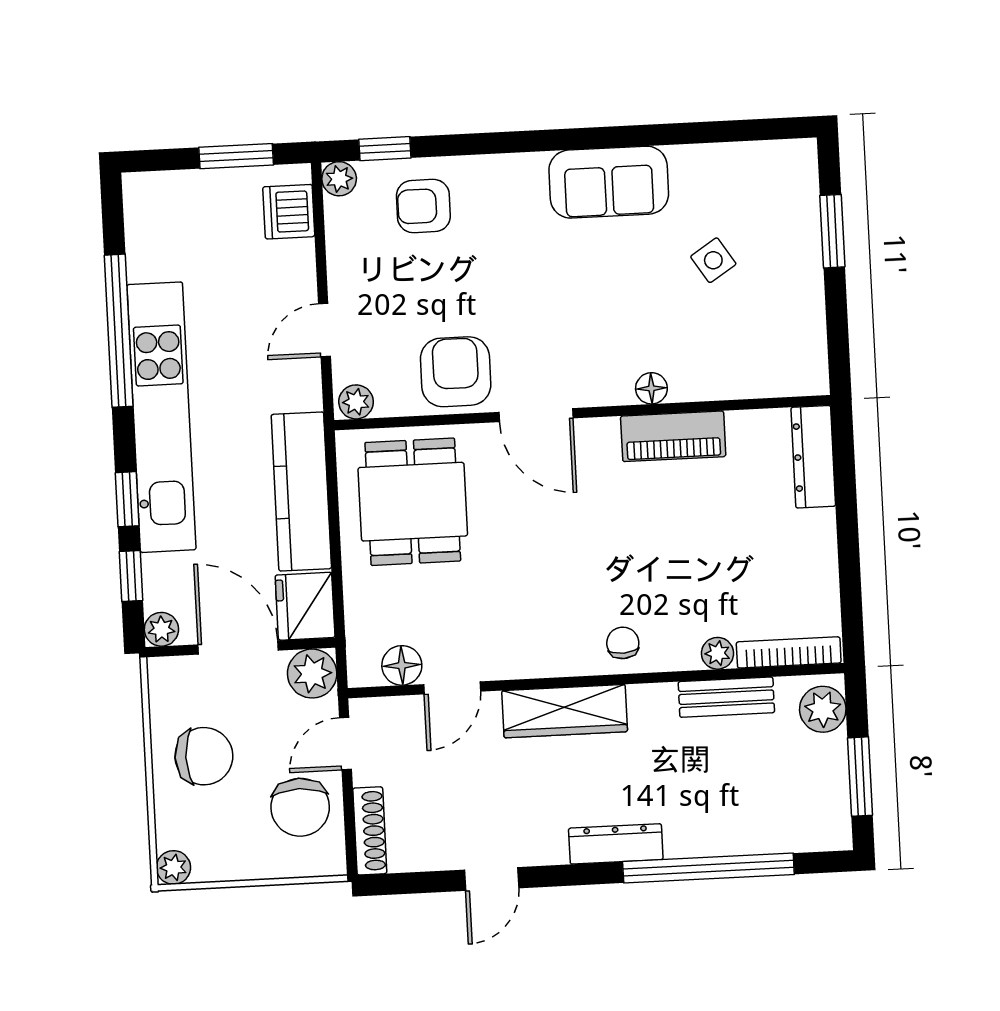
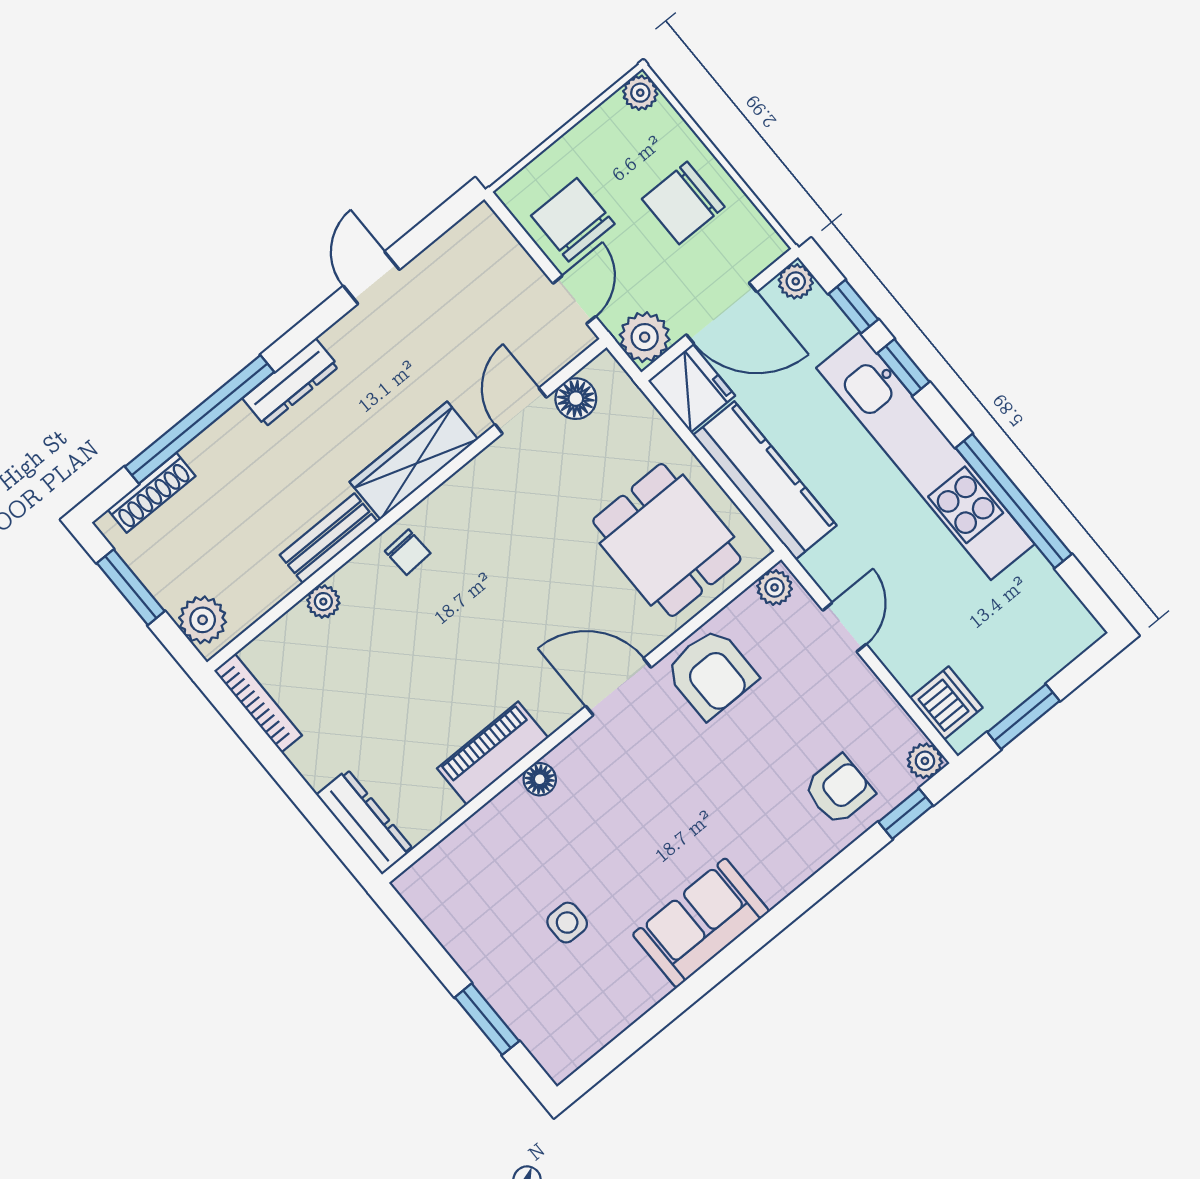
side table: (713, 260) -> (567, 923), turned 33
bookcase: (789, 652) -> (258, 703), moved, turned -90
bench: (726, 697) -> (329, 538), moved
shoe rack: (370, 831) -> (152, 493), moved, turned -90

